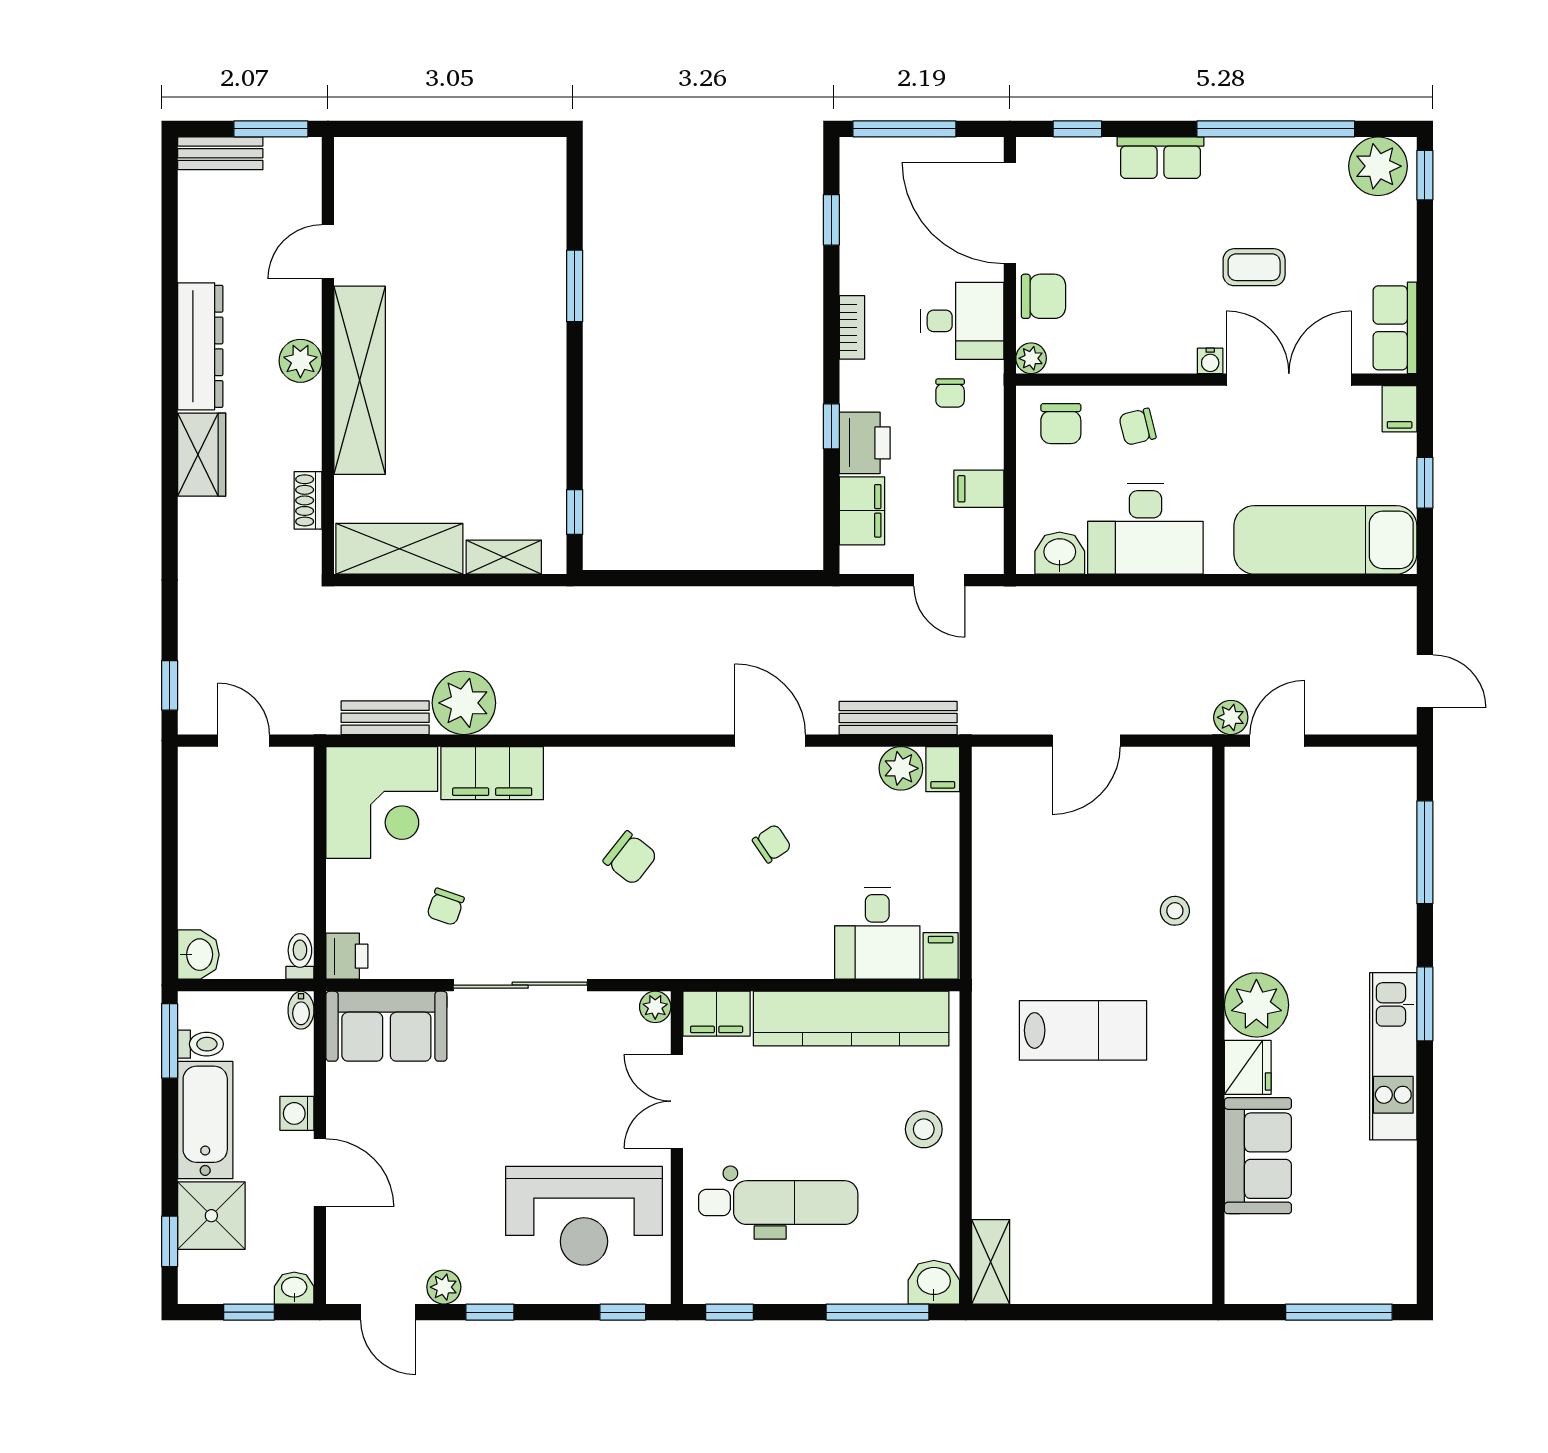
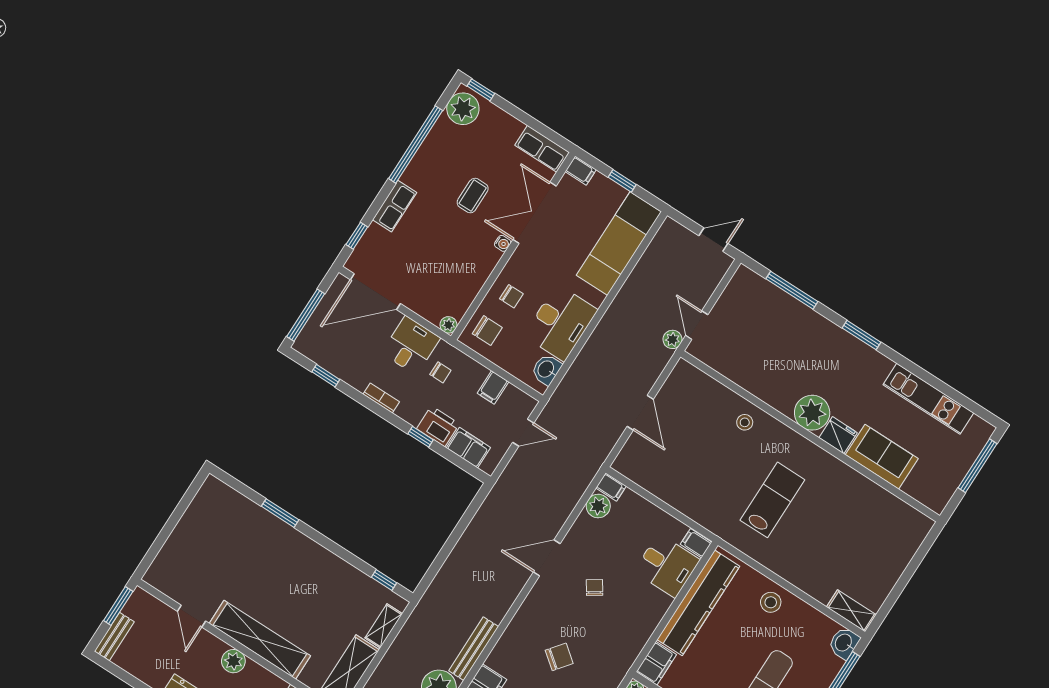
chair: (1043, 296) -> (424, 301), removed
chair: (1137, 427) -> (511, 296), turned -76
bench: (898, 718) -> (474, 649), moved
kitchen unit: (1393, 1056) -> (928, 399), moved

